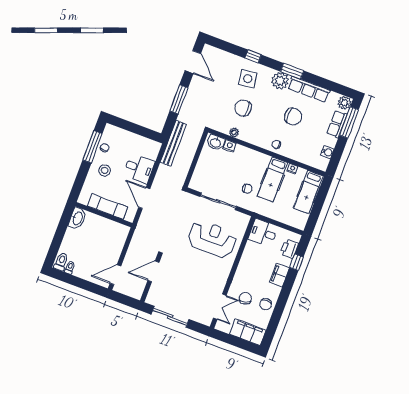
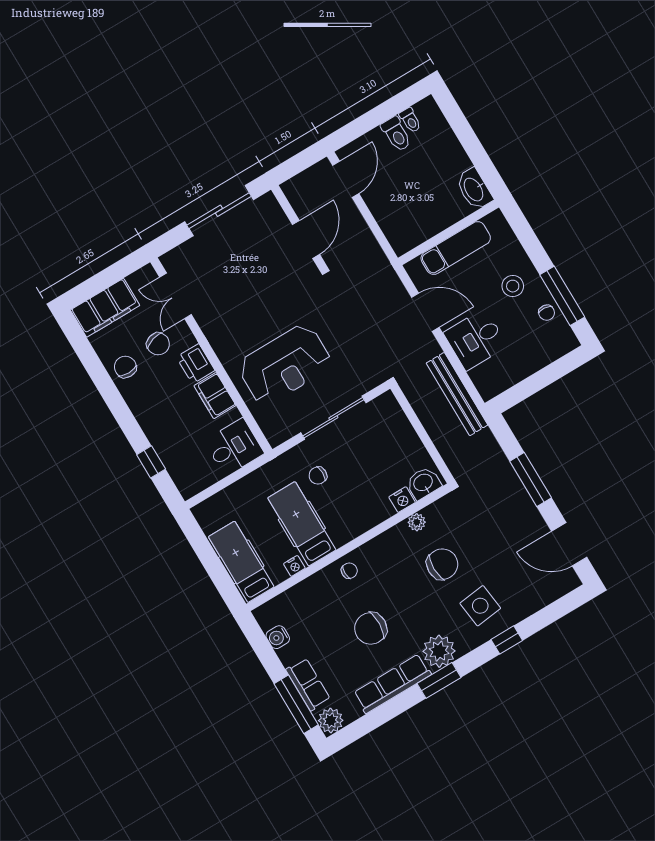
bench: (173, 143) -> (457, 394), moved
printer: (289, 249) -> (196, 364), moved, turned 180
toilet: (61, 262) -> (396, 134), moved
filing cabinet: (279, 275) -> (215, 396), moved, turned 180

